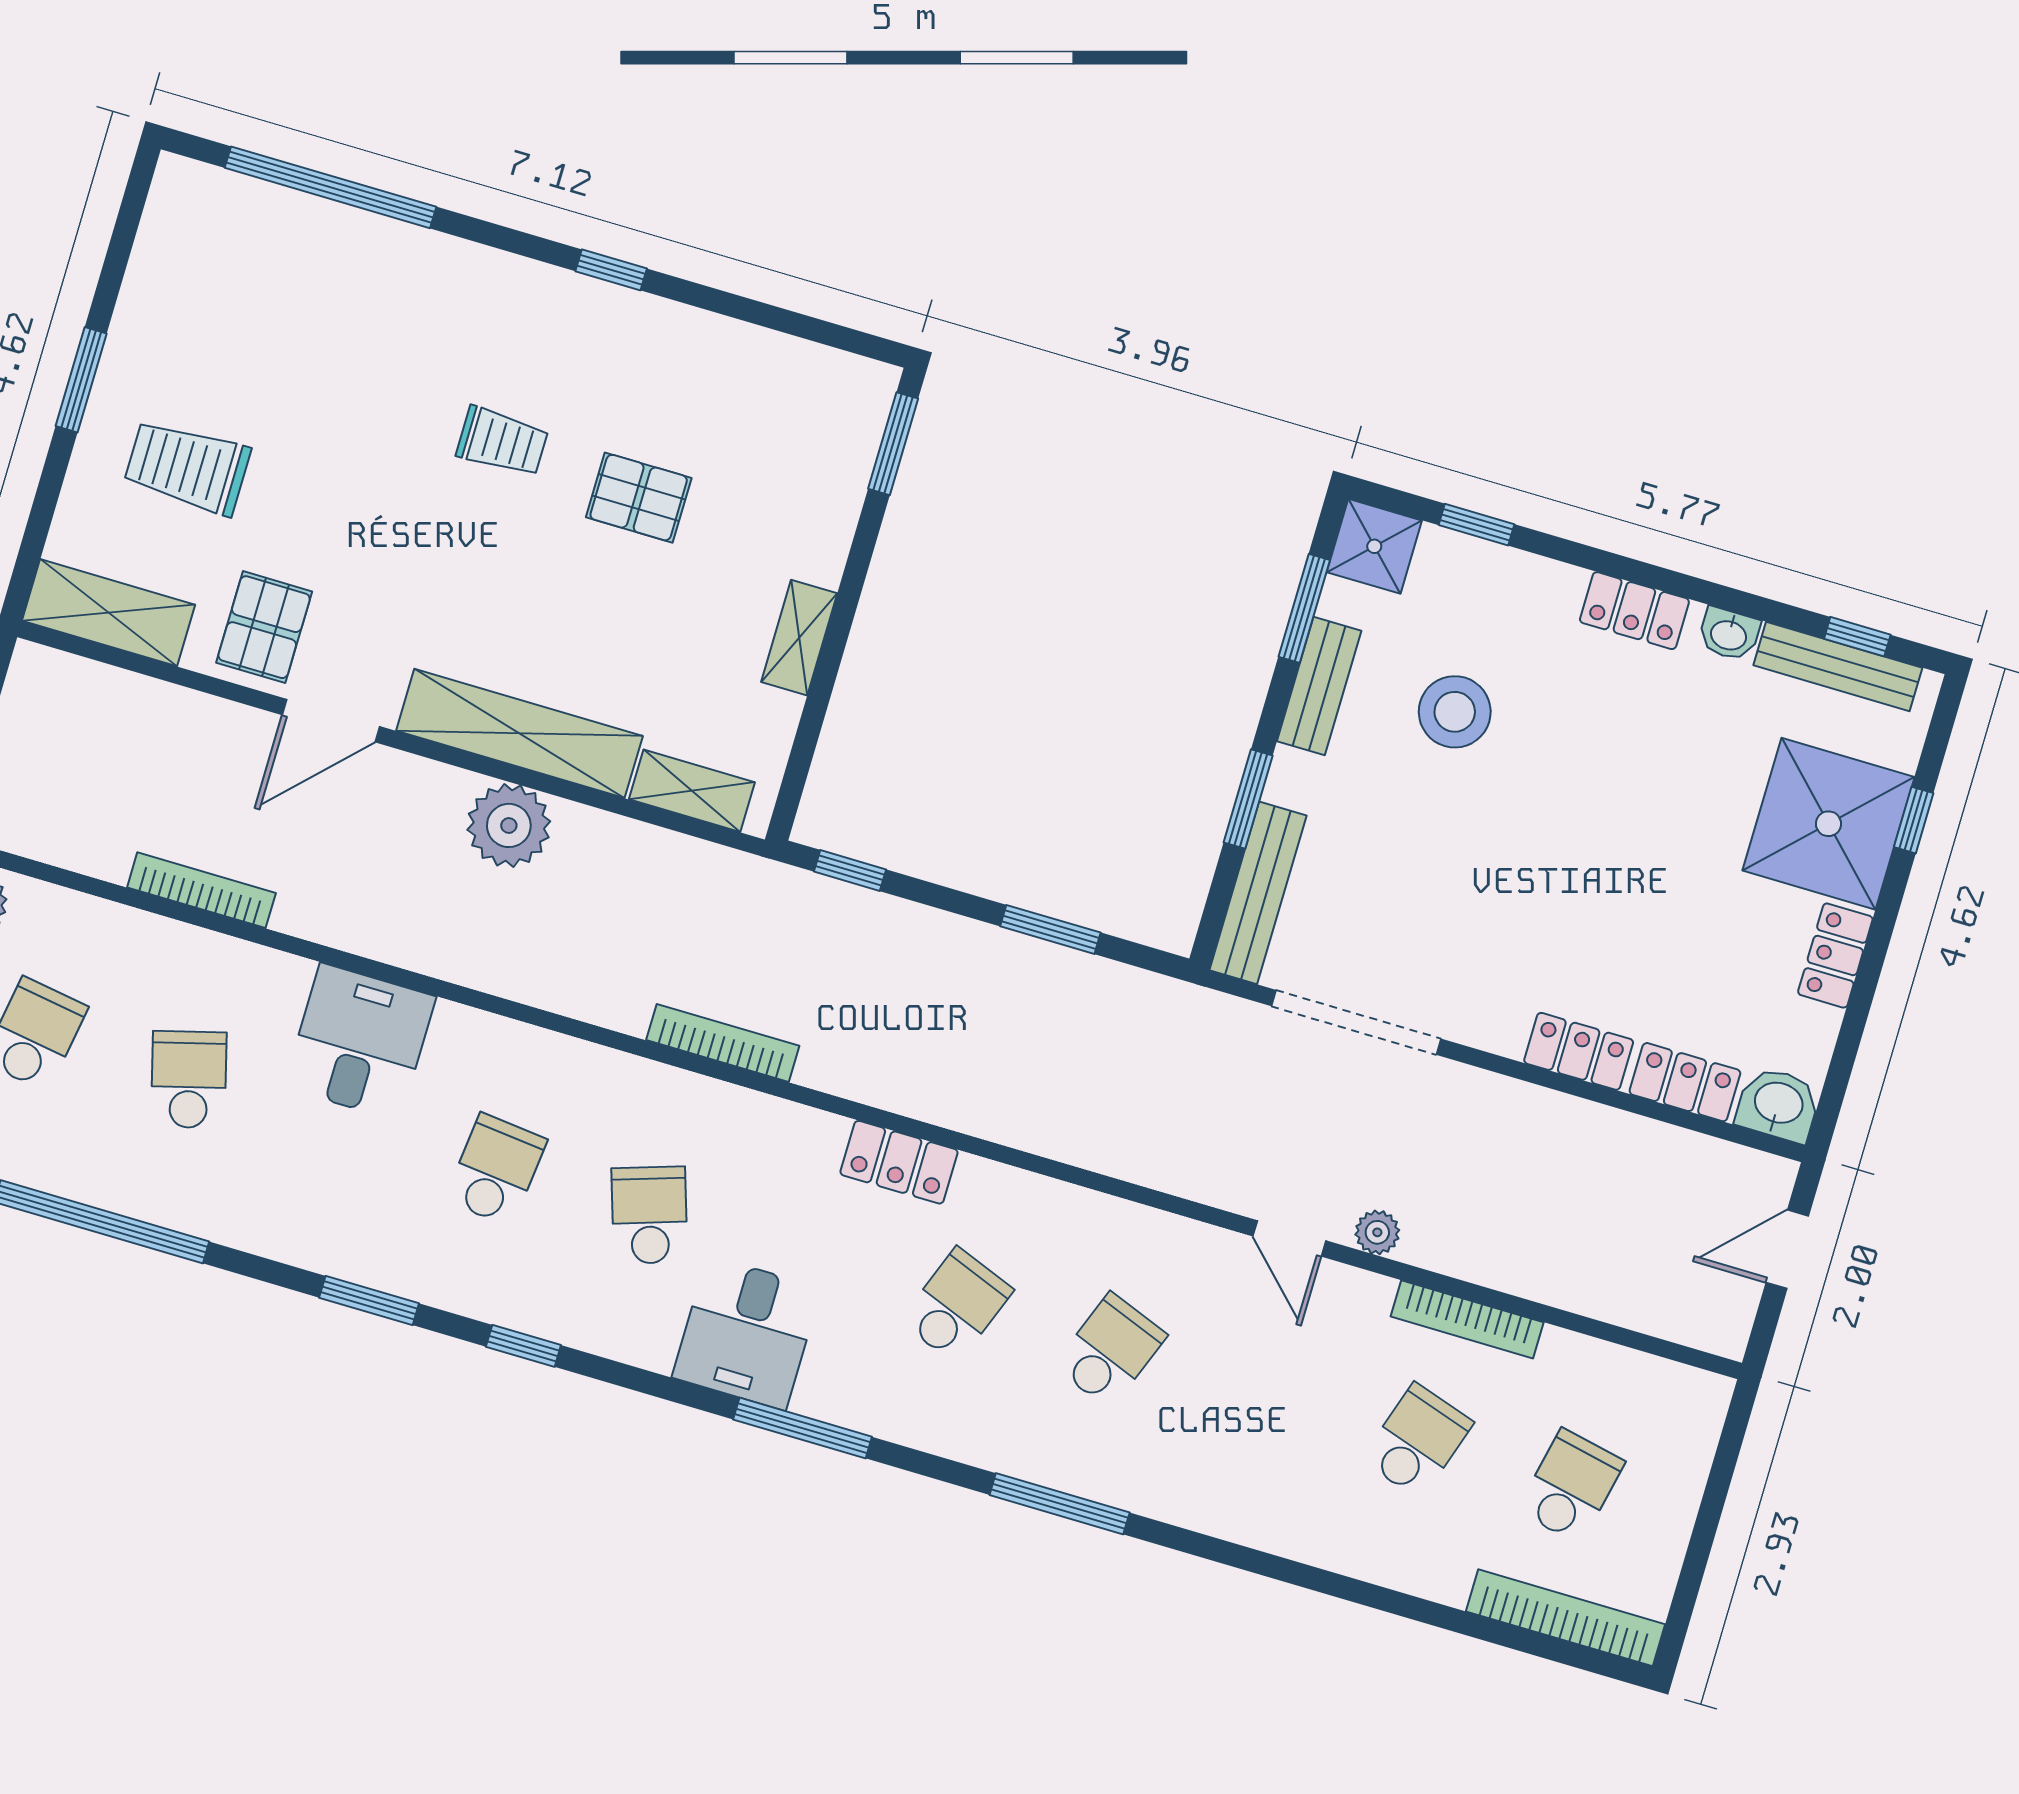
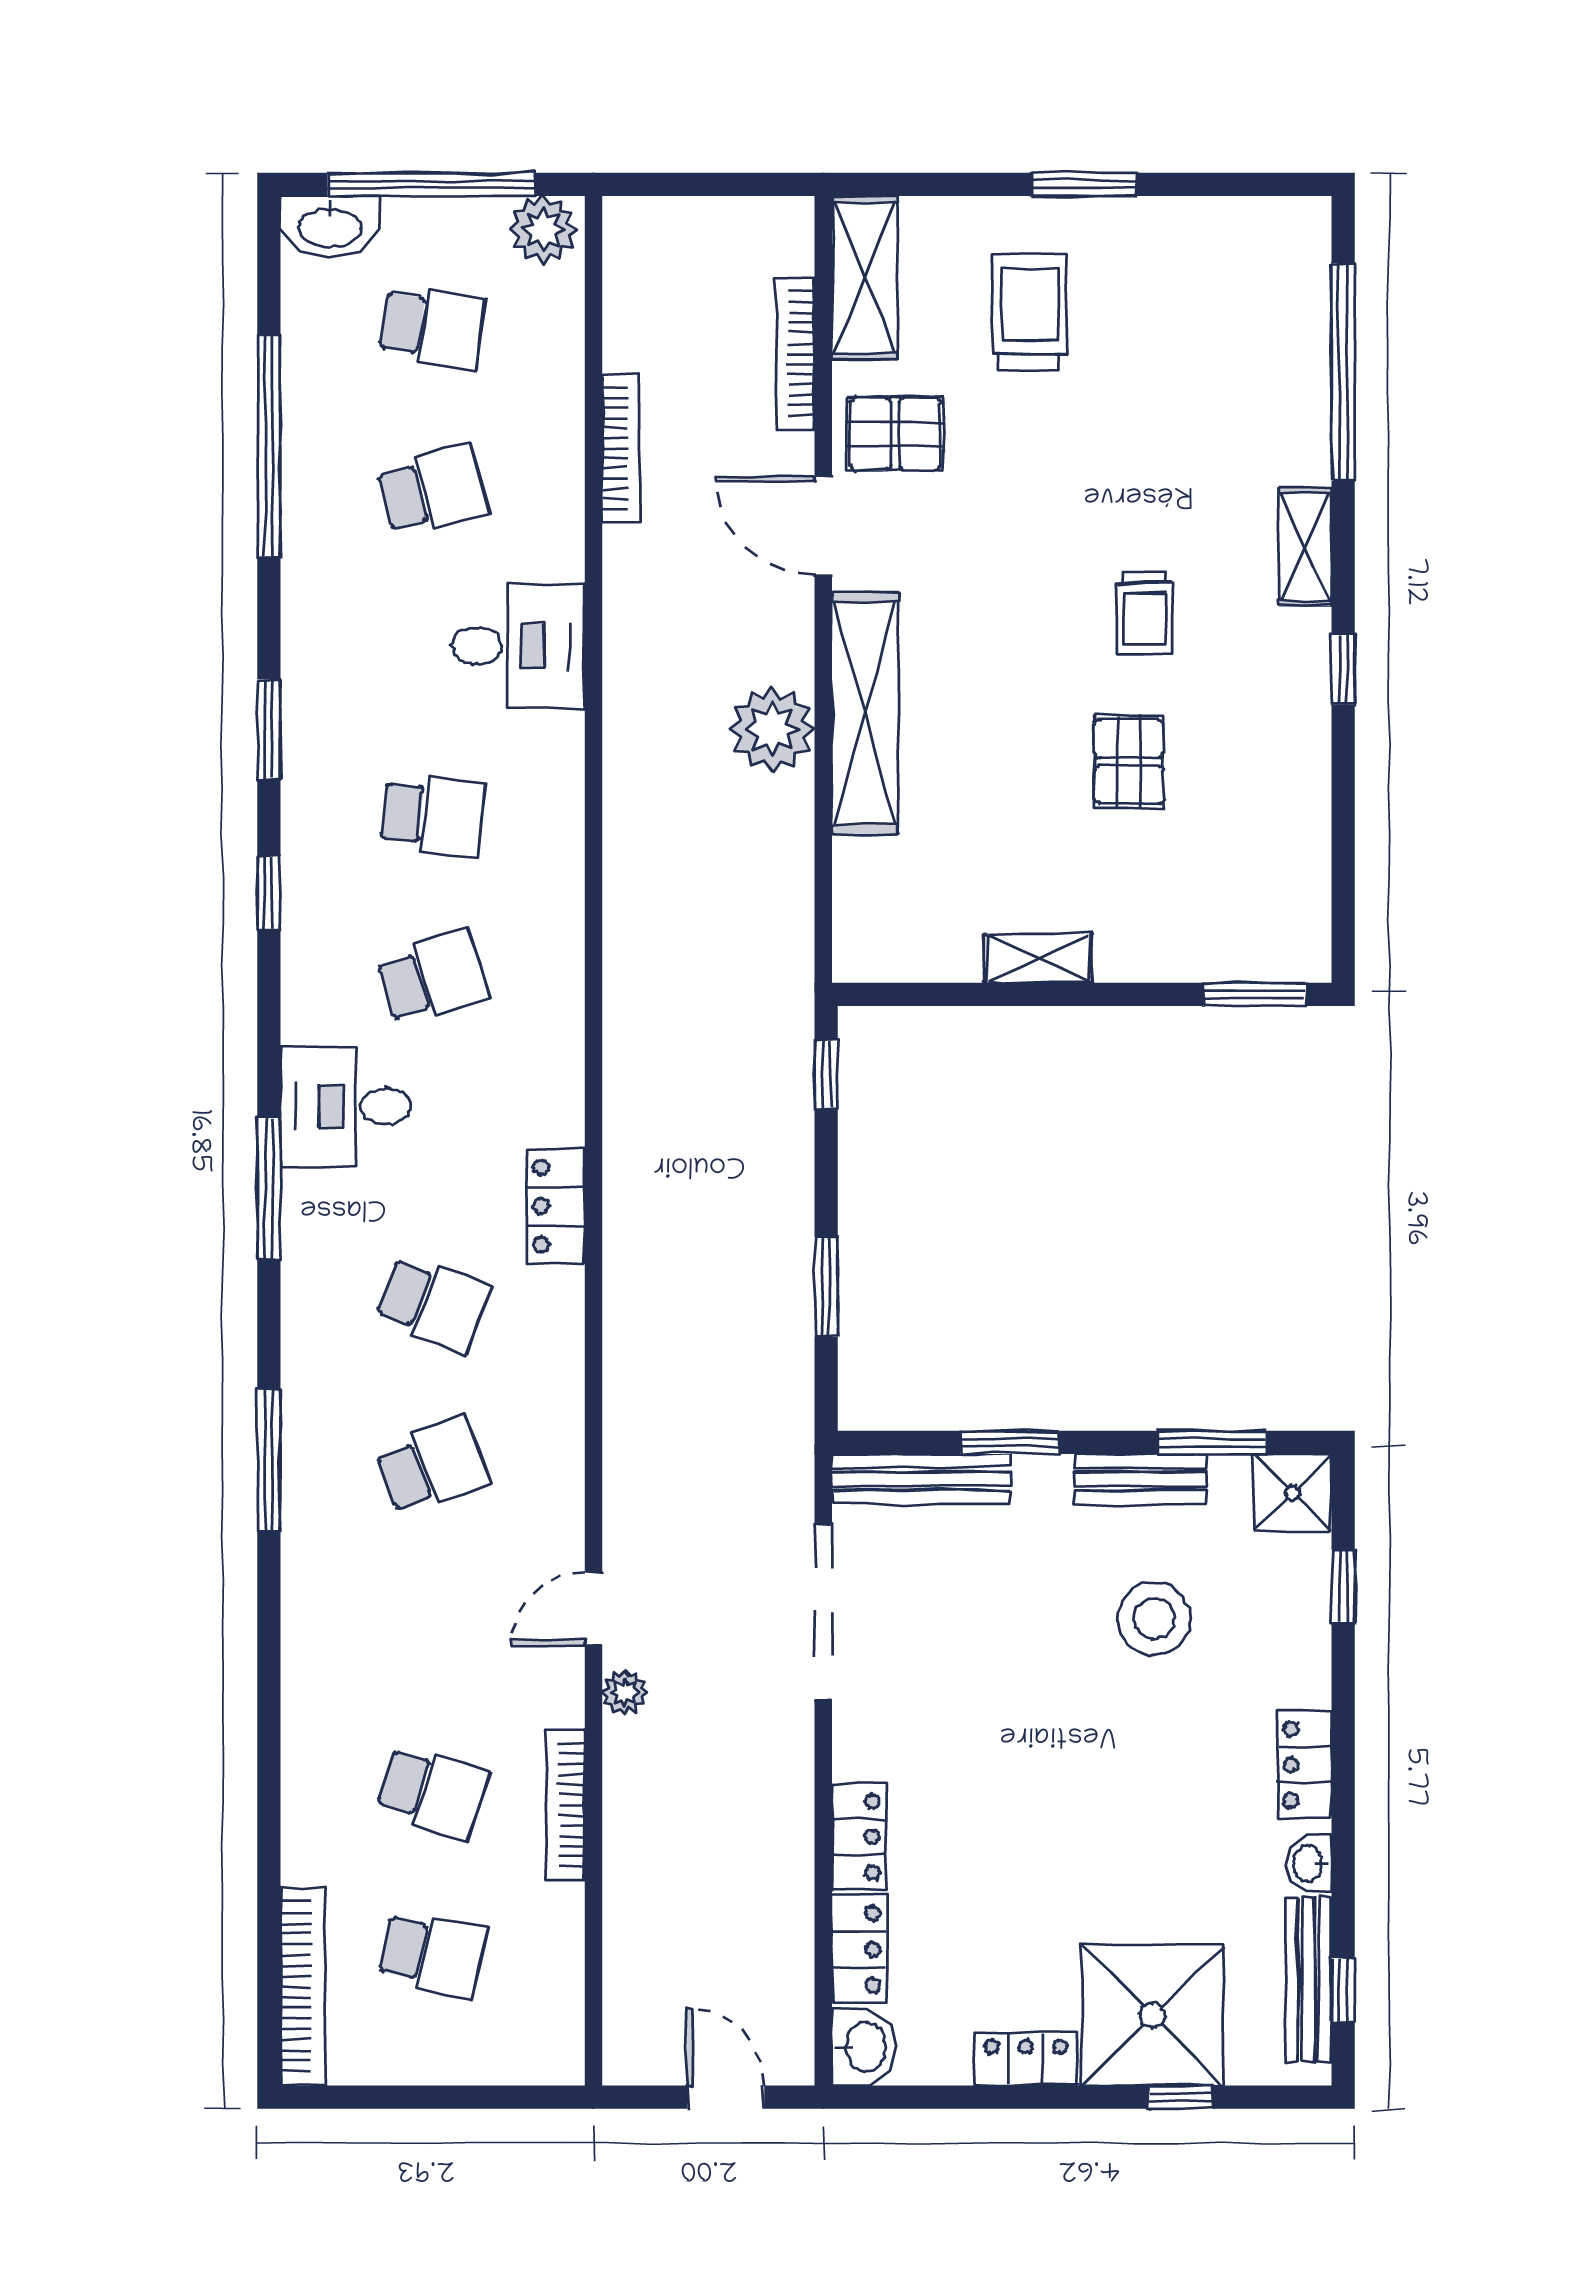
shelving: (692, 791) -> (1305, 547), moved
bookcase: (723, 1043) -> (795, 354), moved, turned 180
school desk: (1110, 1351) -> (433, 1466), turned -42

